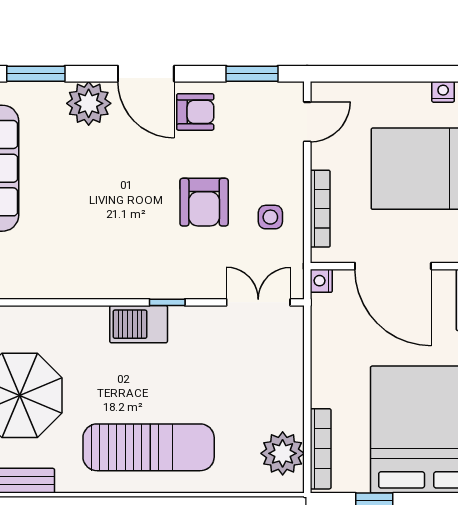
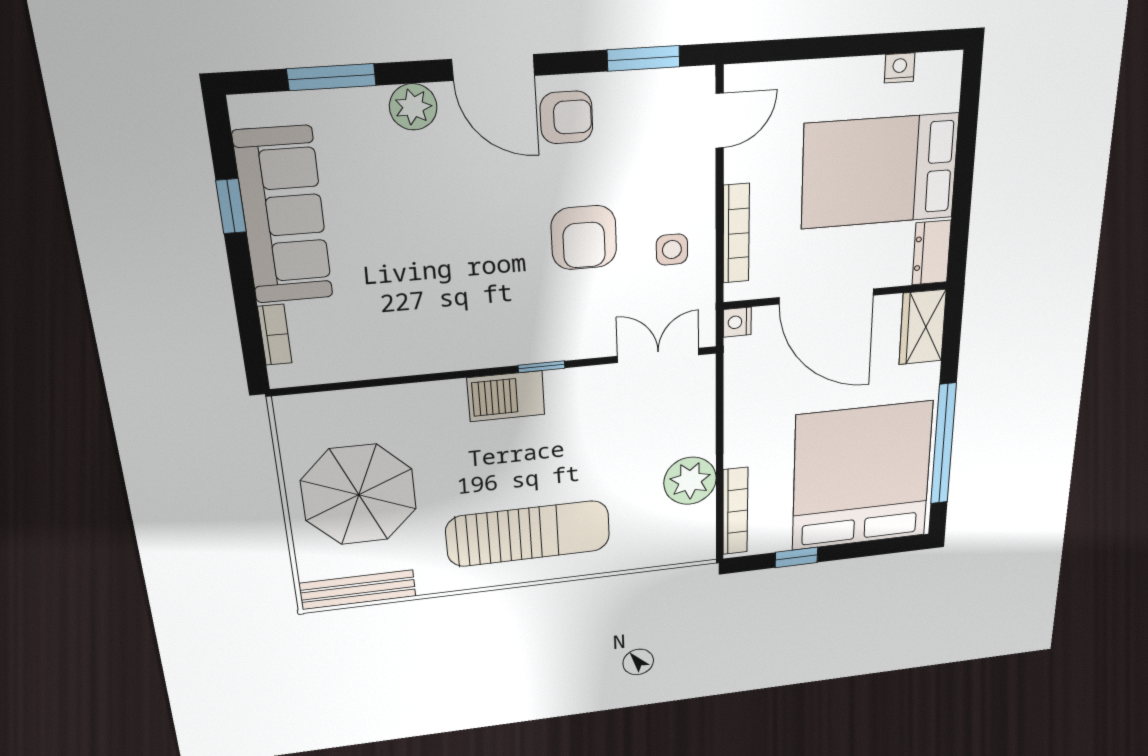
plant: (89, 103) -> (413, 107), width x0.73, depth x0.73
plant: (283, 453) -> (690, 481), moved

